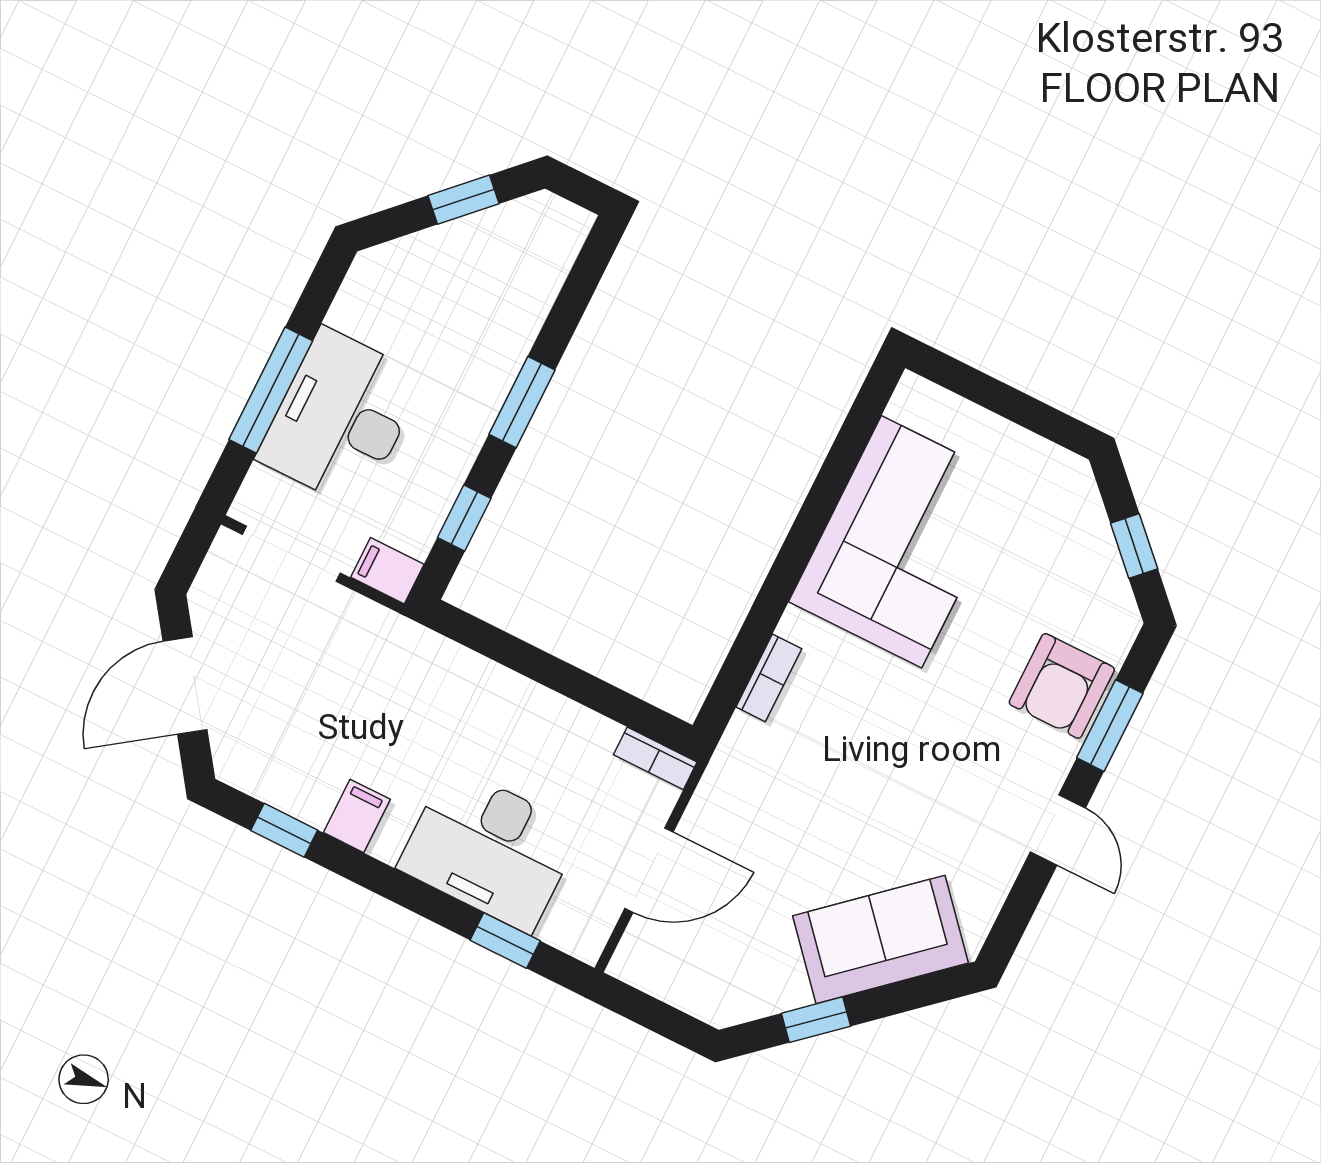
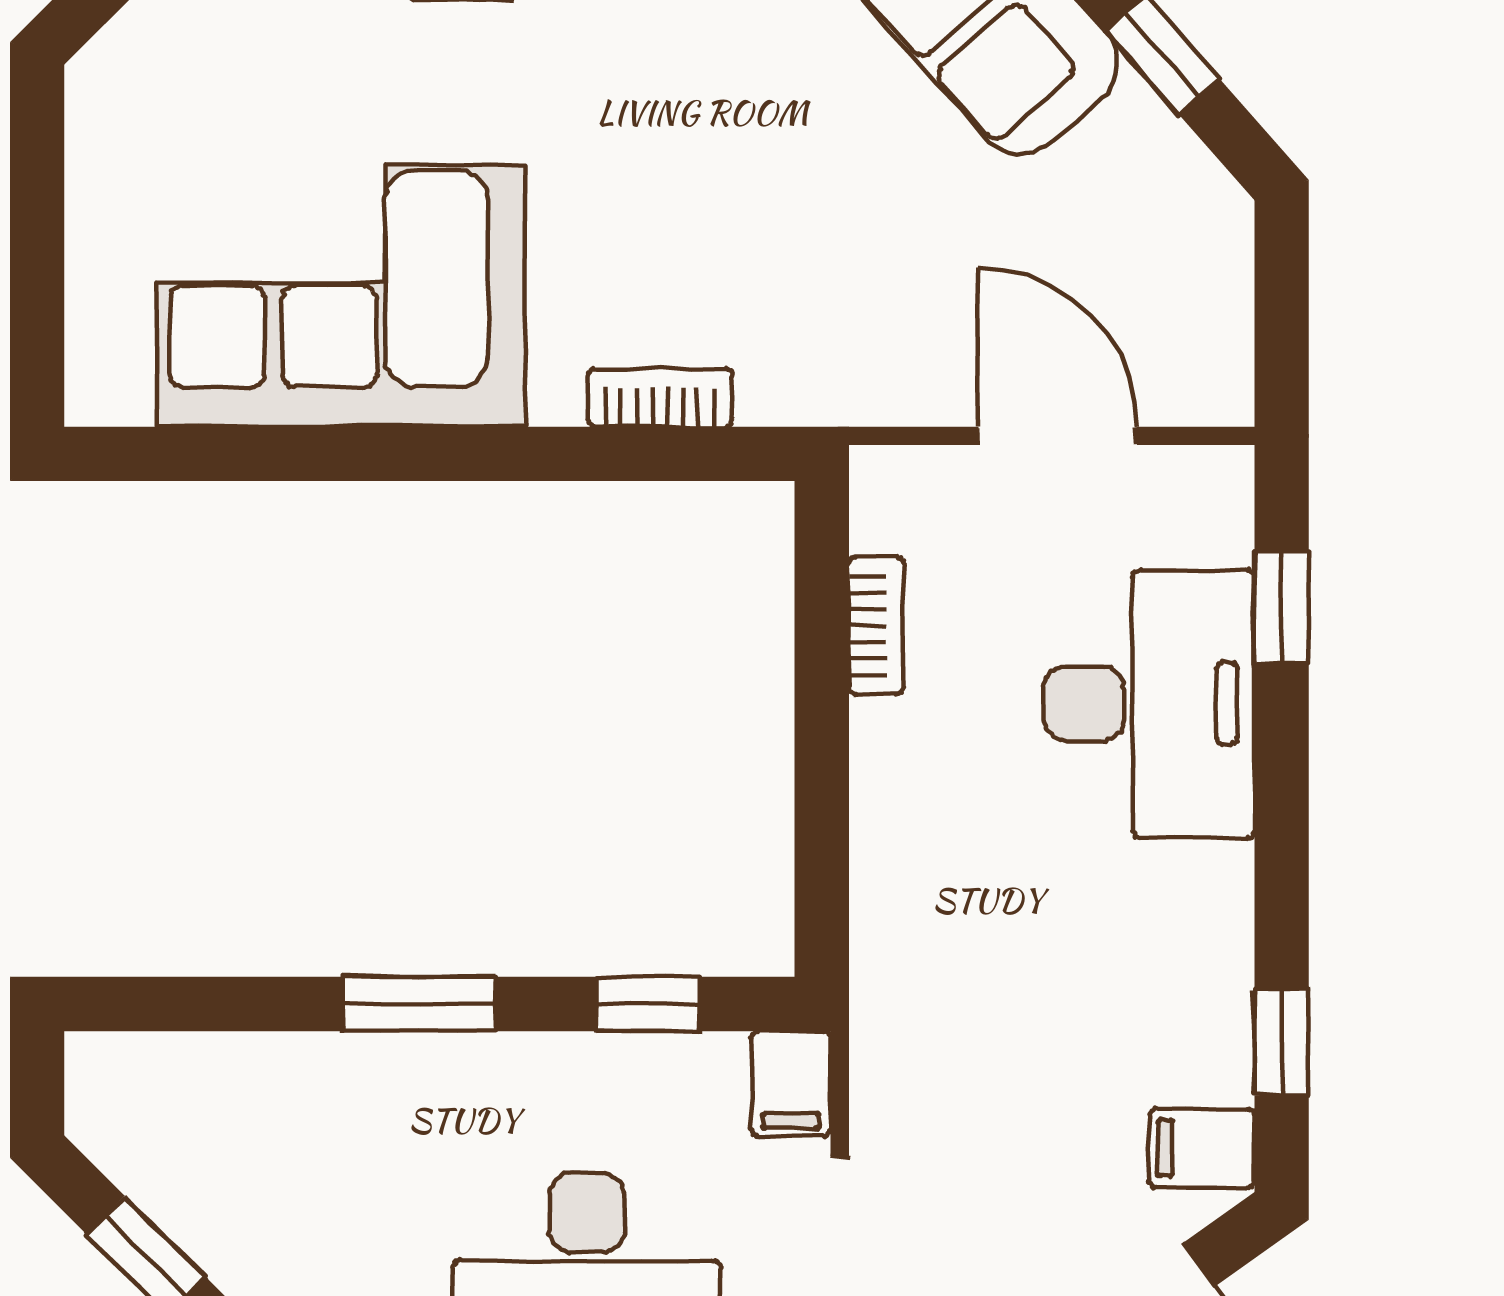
bookcase: (655, 758) -> (876, 626), moved
filing cabinet: (357, 816) -> (1202, 1148), moved

